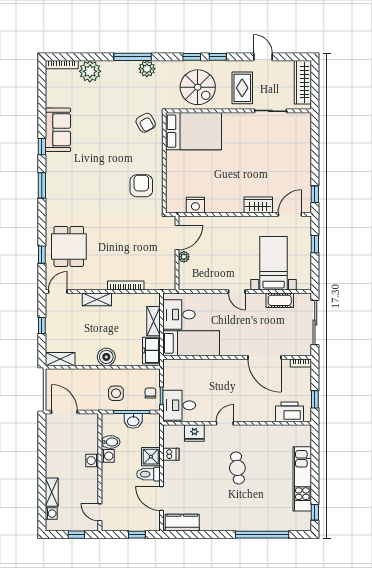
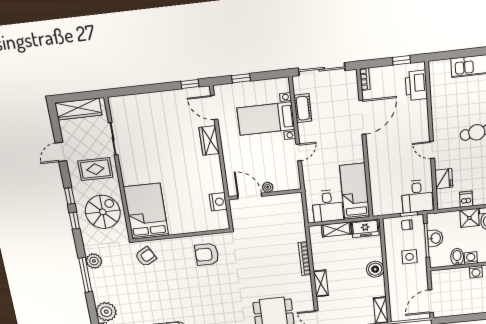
door: (177, 238) -> (250, 196), moved
wall: (177, 253) -> (265, 194), moved
plant: (184, 257) -> (268, 187), moved

